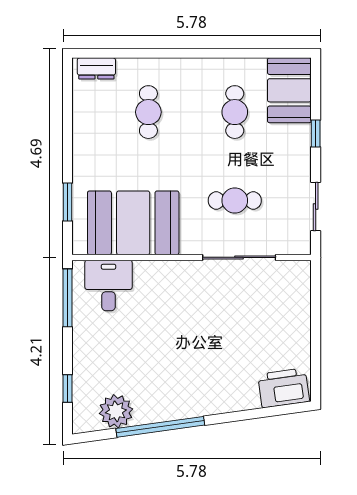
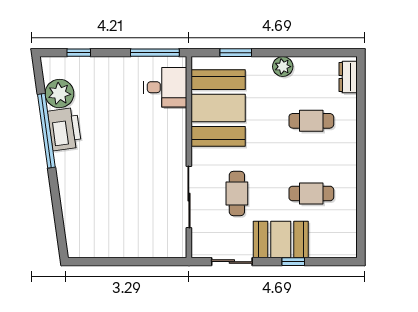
booth: (289, 90) -> (281, 239), moved
plant: (84, 146) -> (283, 67), added
printer: (284, 388) -> (65, 129), moved

